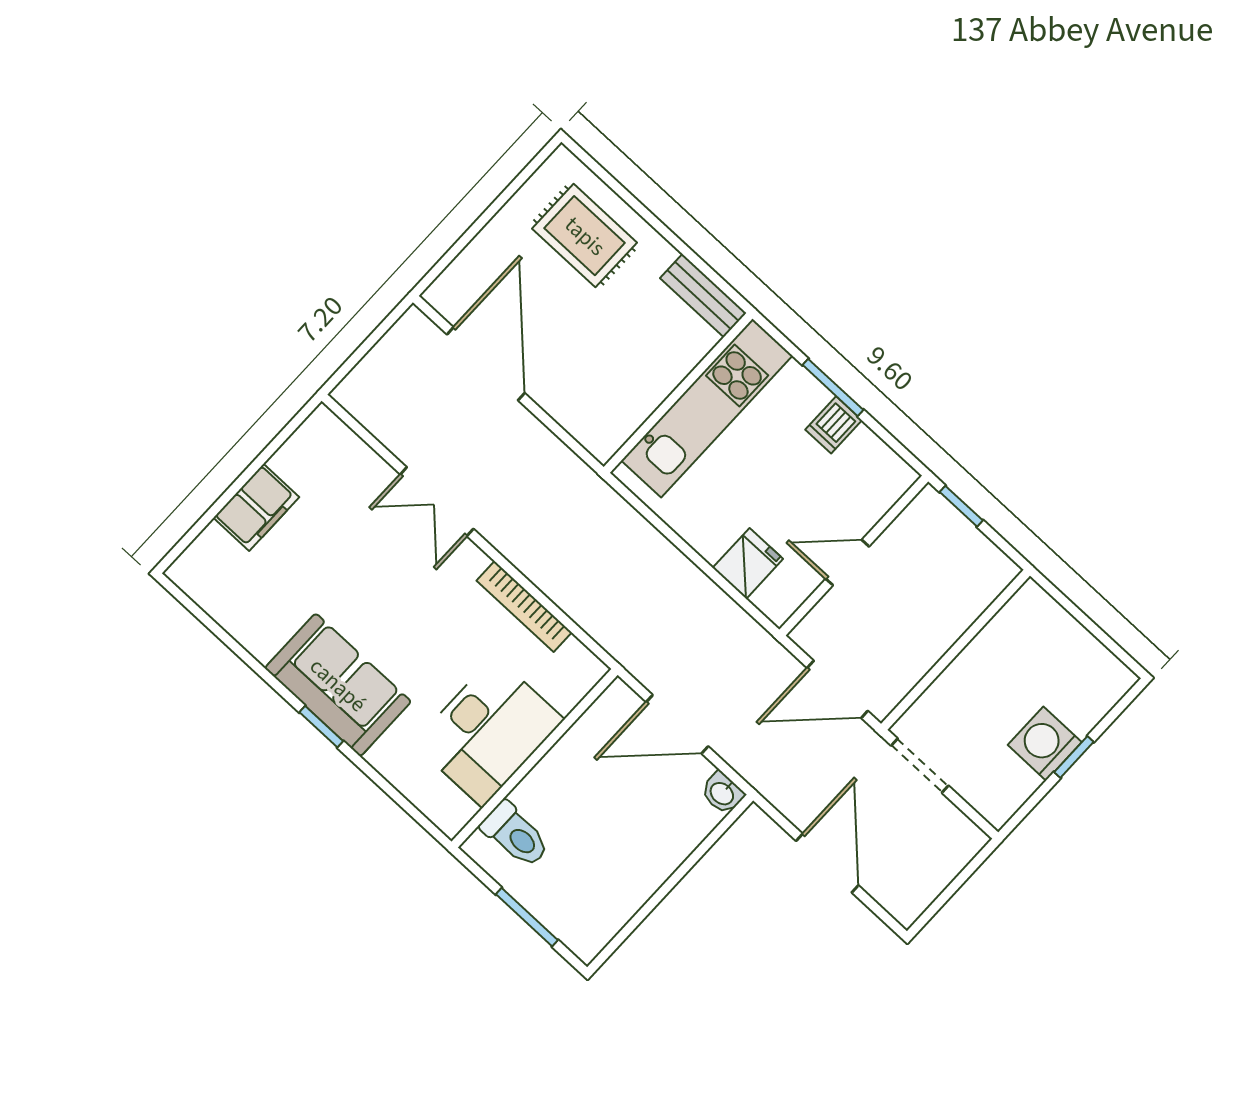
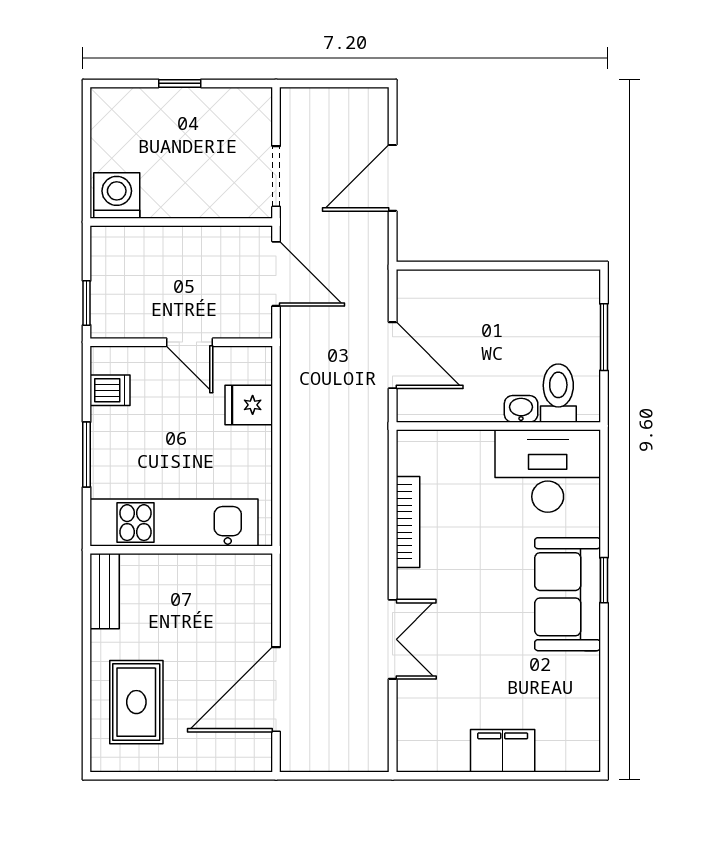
dishwasher: (834, 425) -> (110, 390), moved
desk: (489, 731) -> (548, 471), moved
washing machine: (1045, 744) -> (117, 195), moved, turned 180
washbasin: (722, 793) -> (521, 409), moved, turned -90

